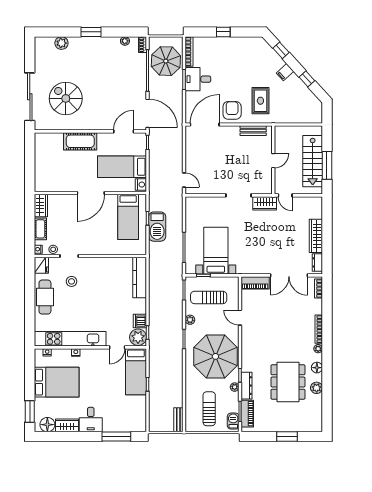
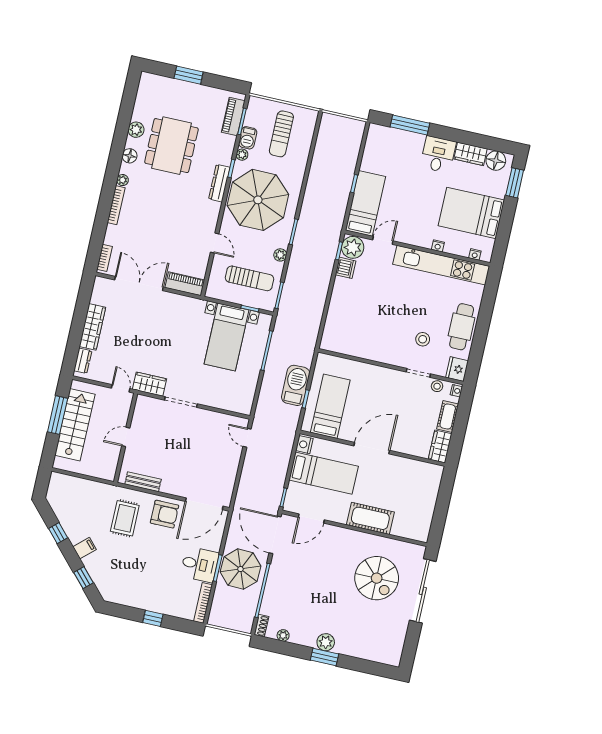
plant: (61, 43) -> (326, 642), moved
parasol: (166, 61) -> (240, 569), moved
armchair: (232, 110) -> (165, 514), turned -90
dresser: (317, 262) -> (83, 361), moved
kitchen counter: (140, 277) -> (333, 324), removed
dresser: (247, 386) -> (219, 183), moved
bench: (178, 420) -> (324, 129), removed
barbecue: (233, 421) -> (248, 138), moved

